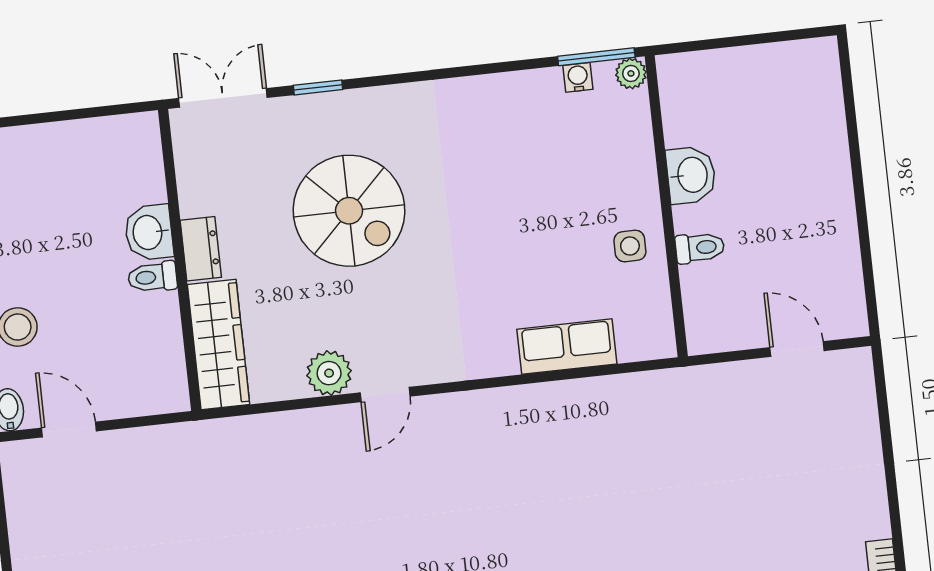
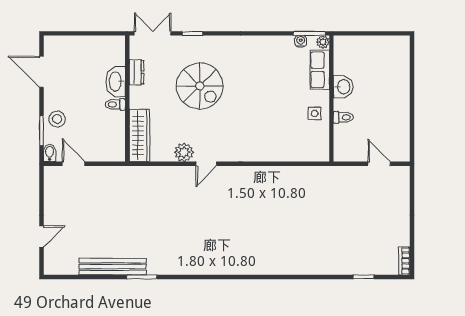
washbasin: (149, 232) -> (116, 81), width x1.38
dresser: (201, 249) -> (137, 72), moved
row of seats: (567, 347) -> (320, 70), moved, turned -90

